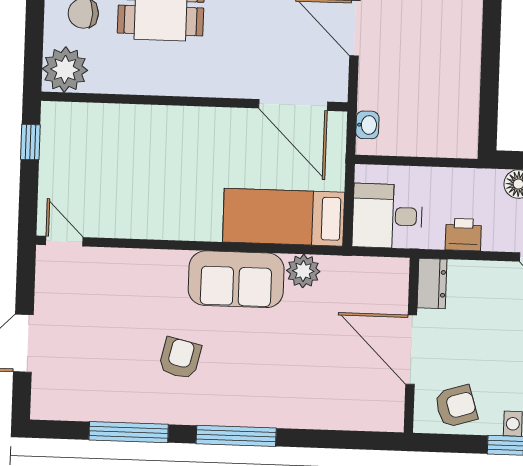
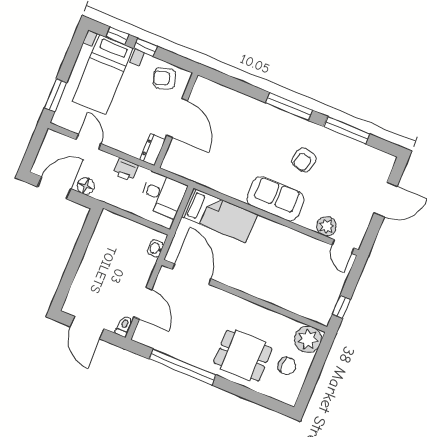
plant: (303, 271) -> (326, 226), moved
sofa: (236, 279) -> (275, 199), moved

